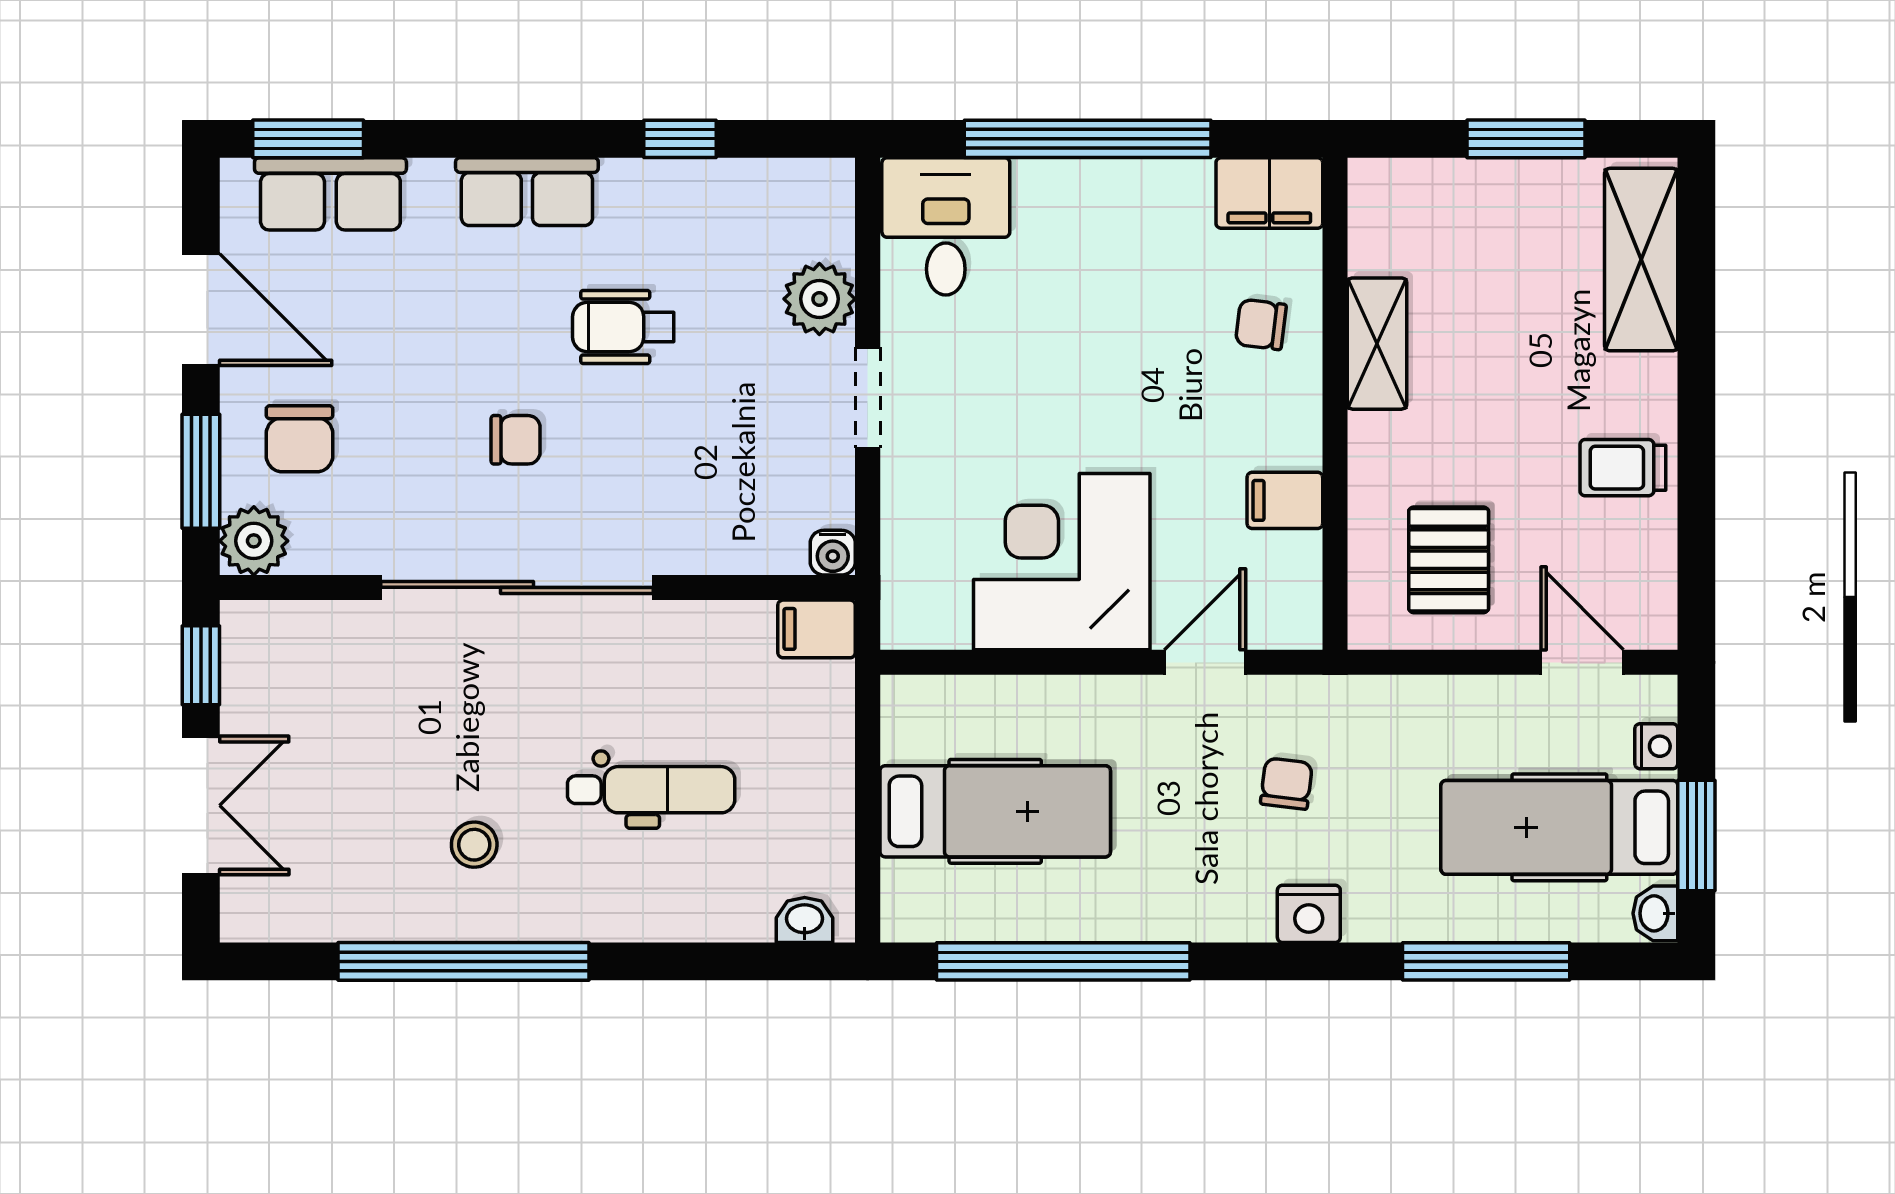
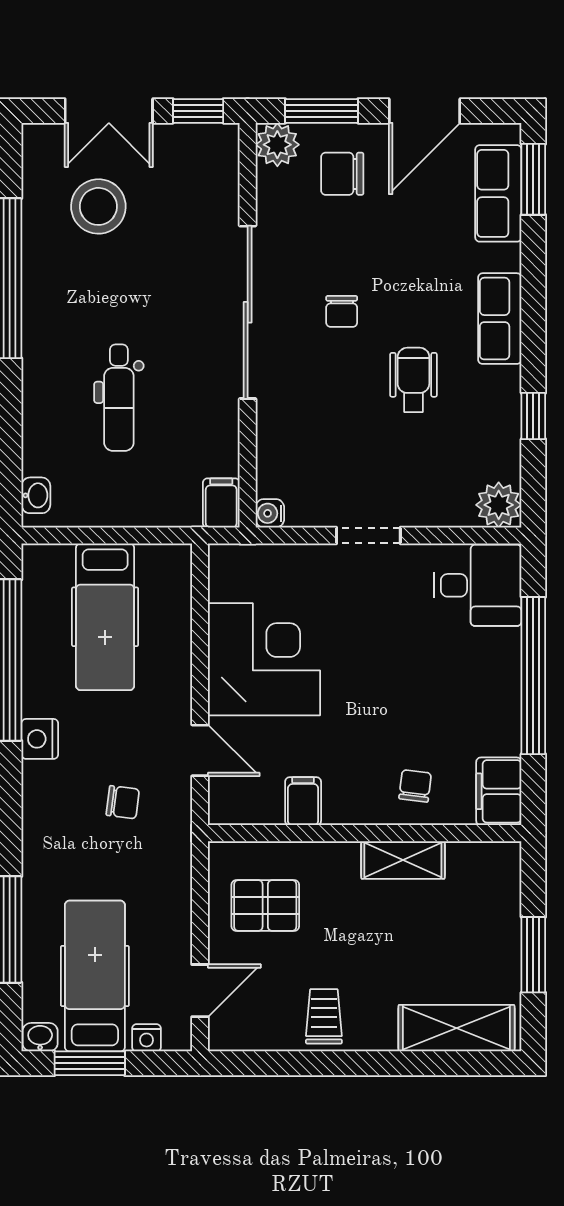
plant: (819, 299) -> (499, 505), moved
stool: (474, 845) -> (98, 206), moved, width x1.89, depth x1.89
nightstand: (1309, 914) -> (40, 739), moved

